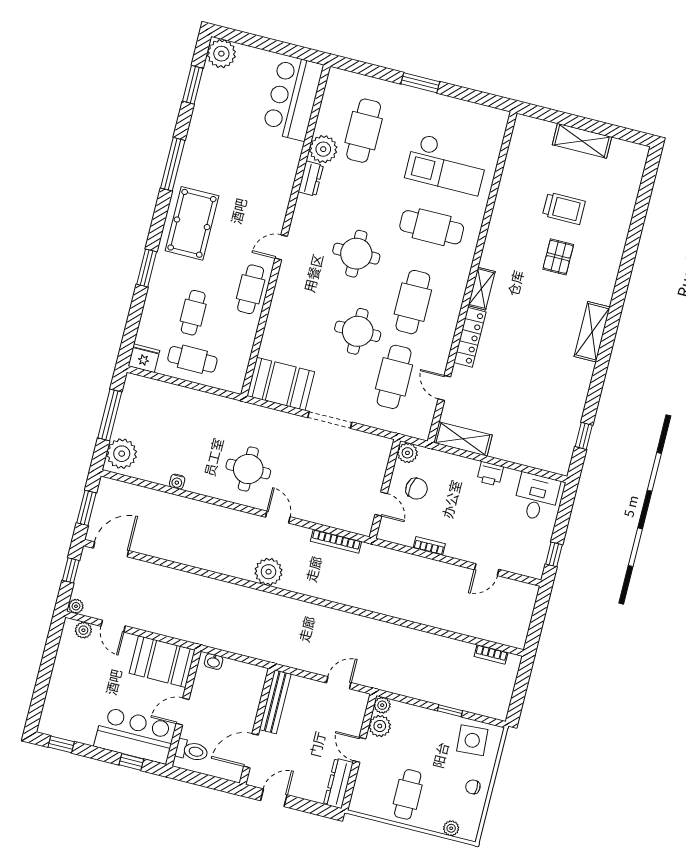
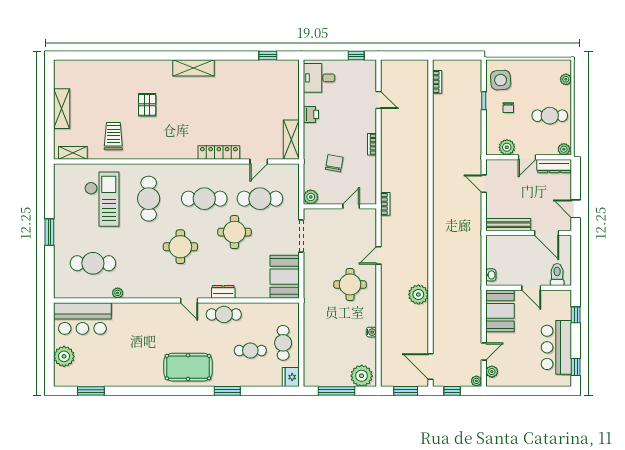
plant: (221, 54) -> (64, 356), moved
plant: (323, 149) -> (118, 293), width x0.53, depth x0.53
window: (173, 164) -> (150, 391), removed
dresser: (311, 179) -> (223, 292), moved
trolley: (564, 208) -> (113, 136), moved
pallet: (558, 257) -> (147, 105), turned 90
shelving: (482, 289) -> (73, 153), moved
plant: (407, 453) -> (311, 197), moved
wall: (385, 489) -> (340, 206), moved
door: (381, 504) -> (351, 206), moved
bookcase: (336, 541) -> (385, 204), width x0.64
plant: (269, 572) -> (418, 294), moved
plant: (382, 705) -> (564, 149), moved
bar counter: (135, 735) -> (556, 347), moved
chair: (473, 787) -> (508, 108), moved

